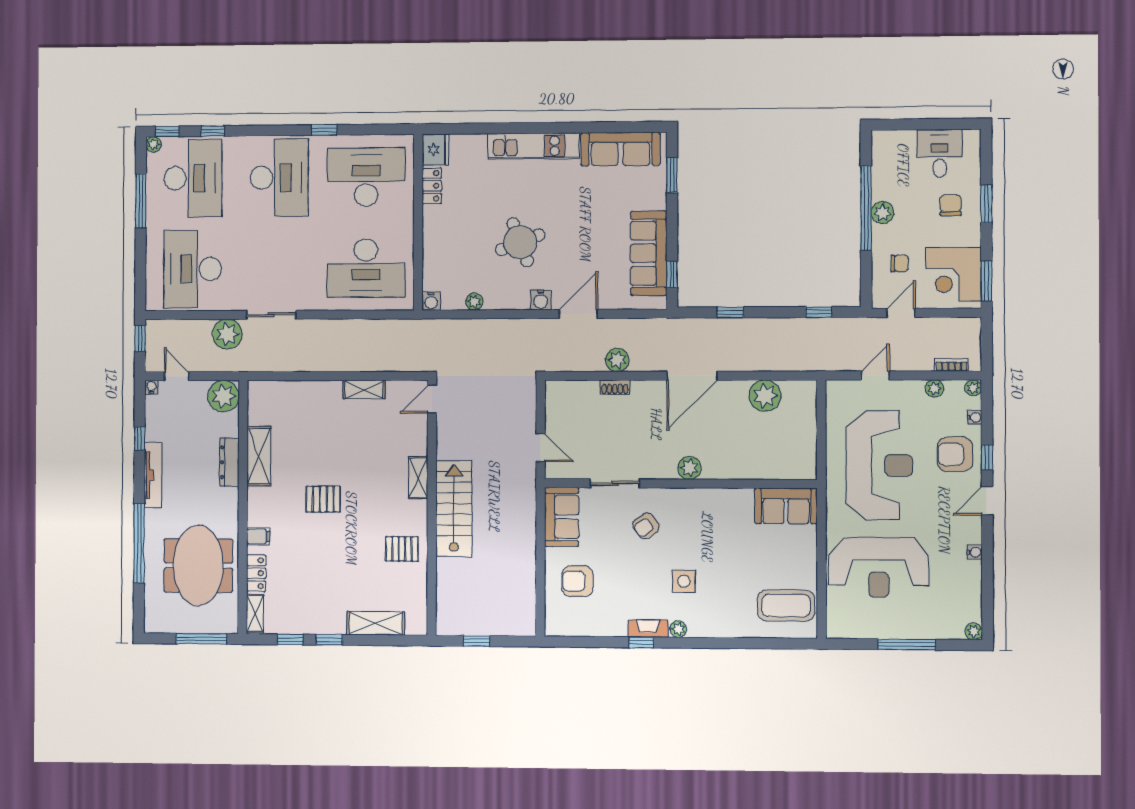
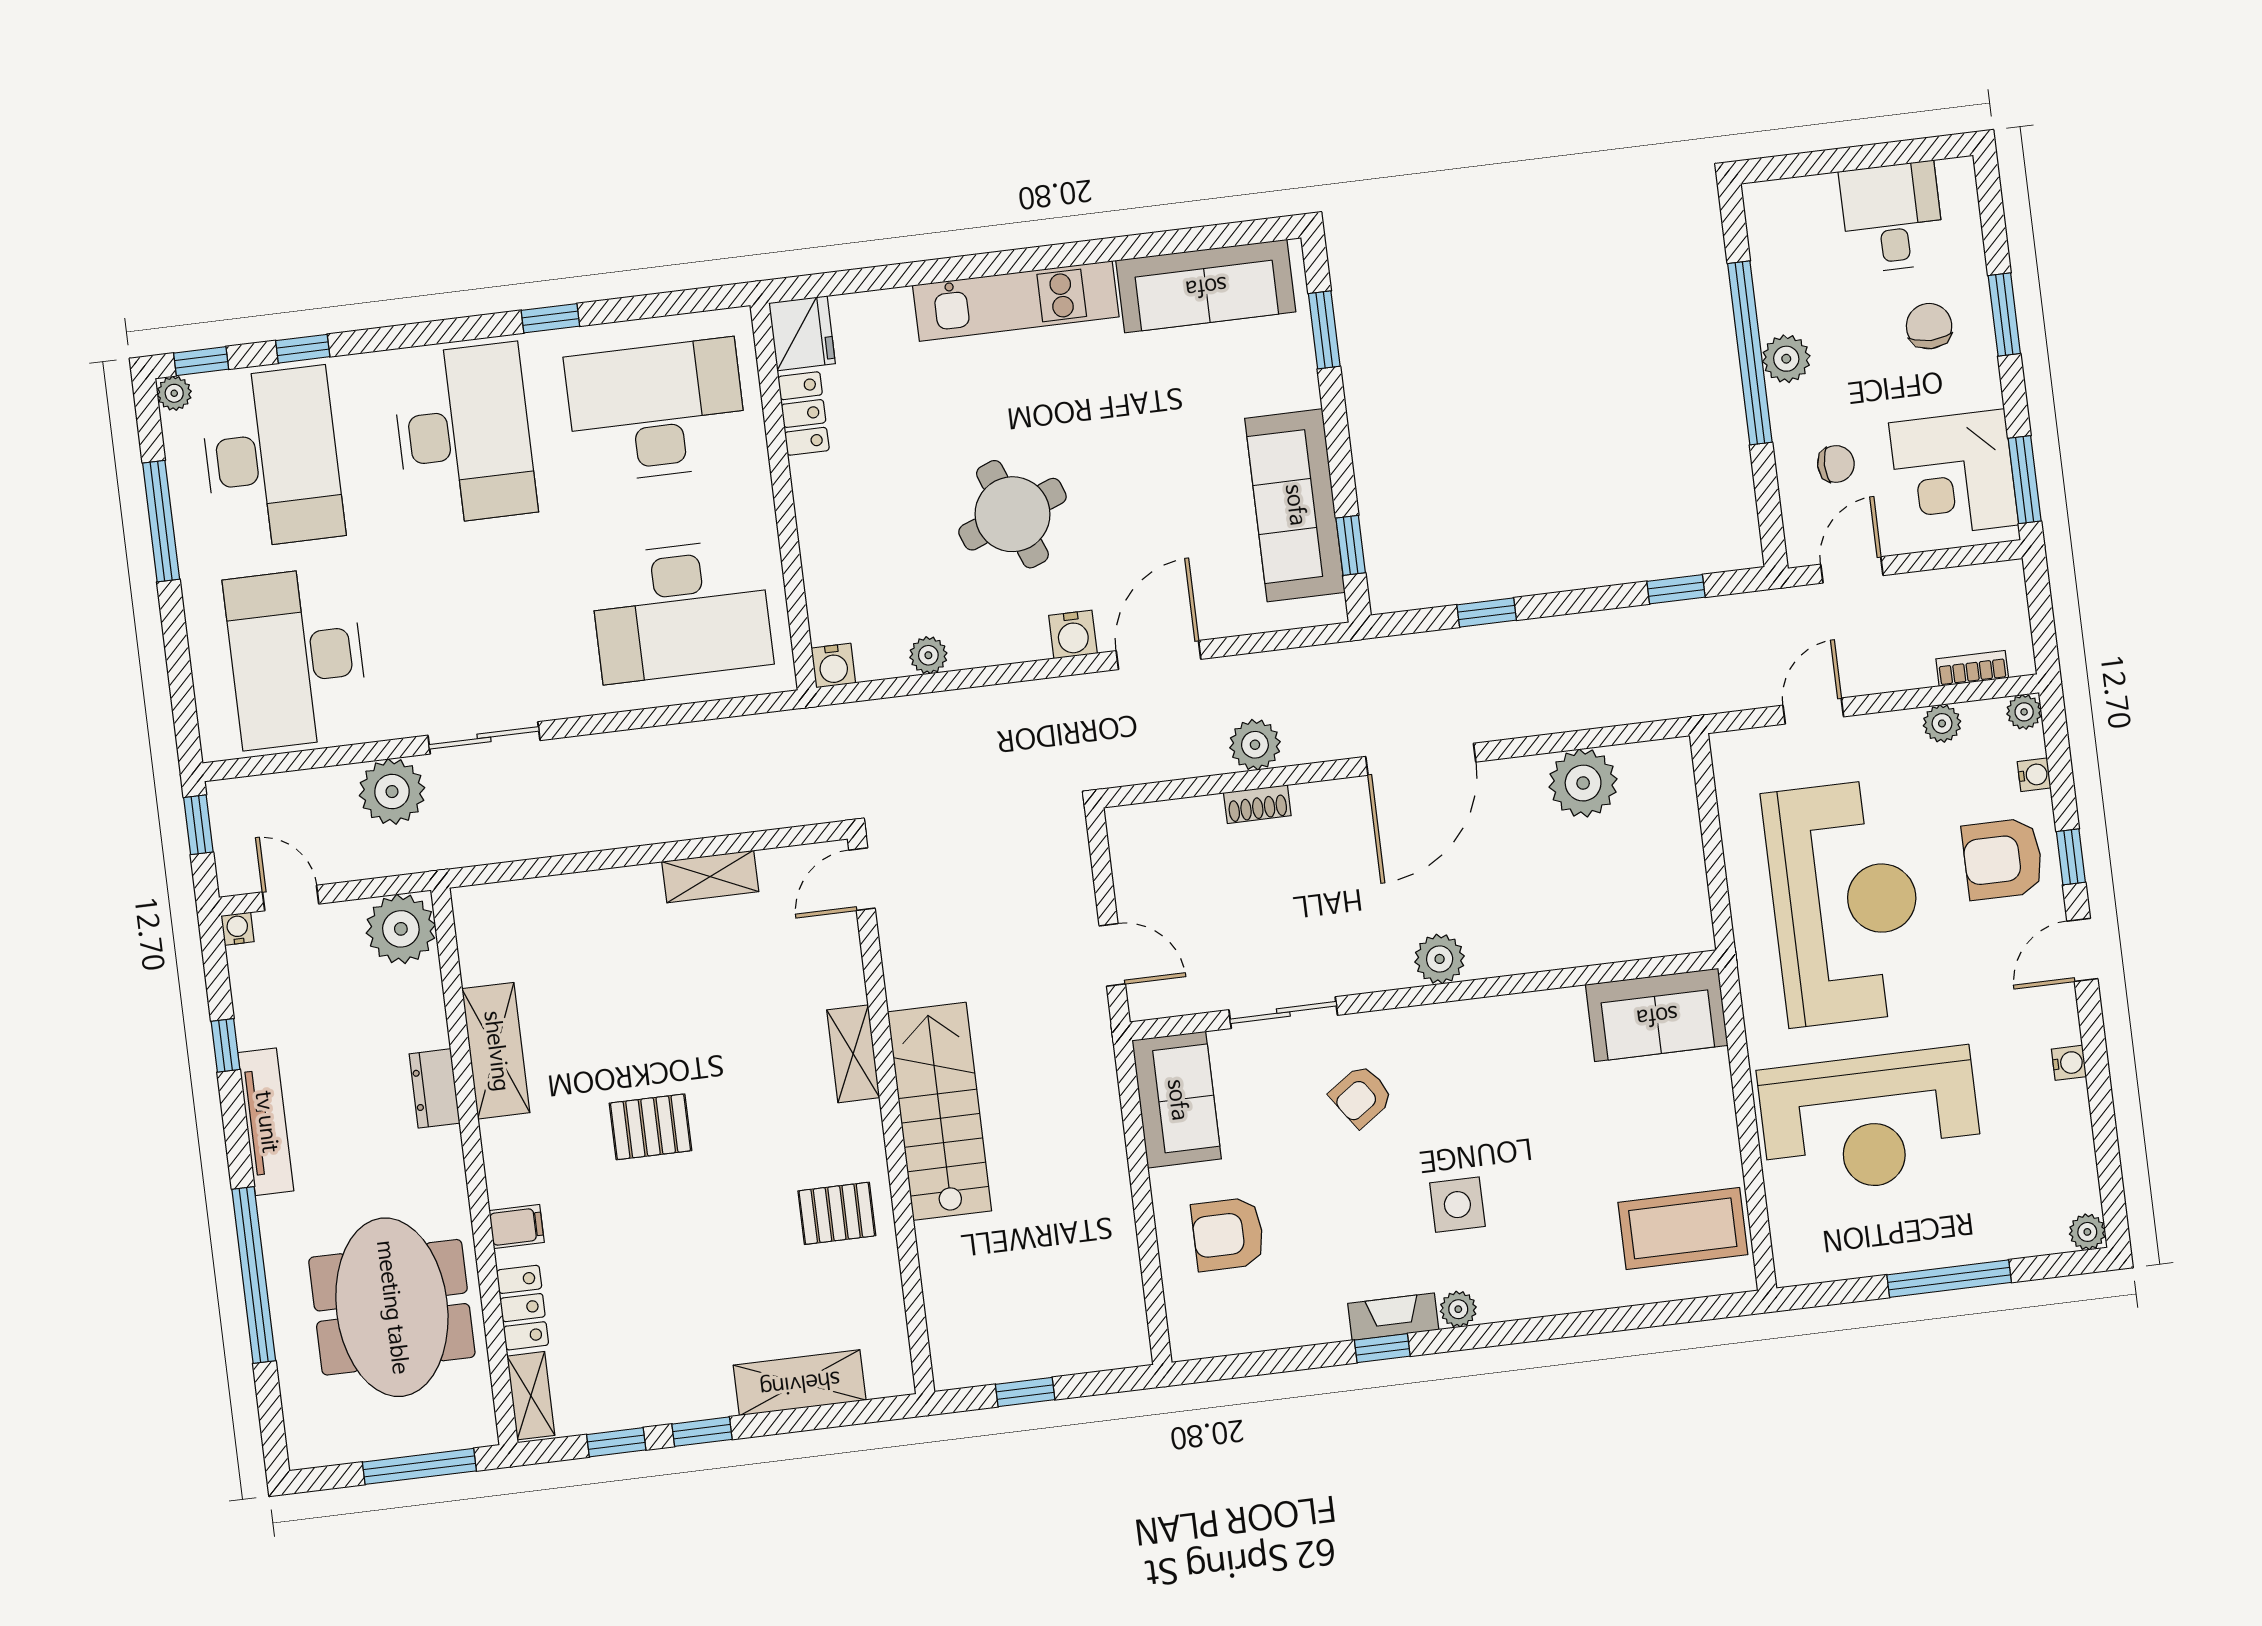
dresser: (229, 462) -> (435, 1088), width x0.70

